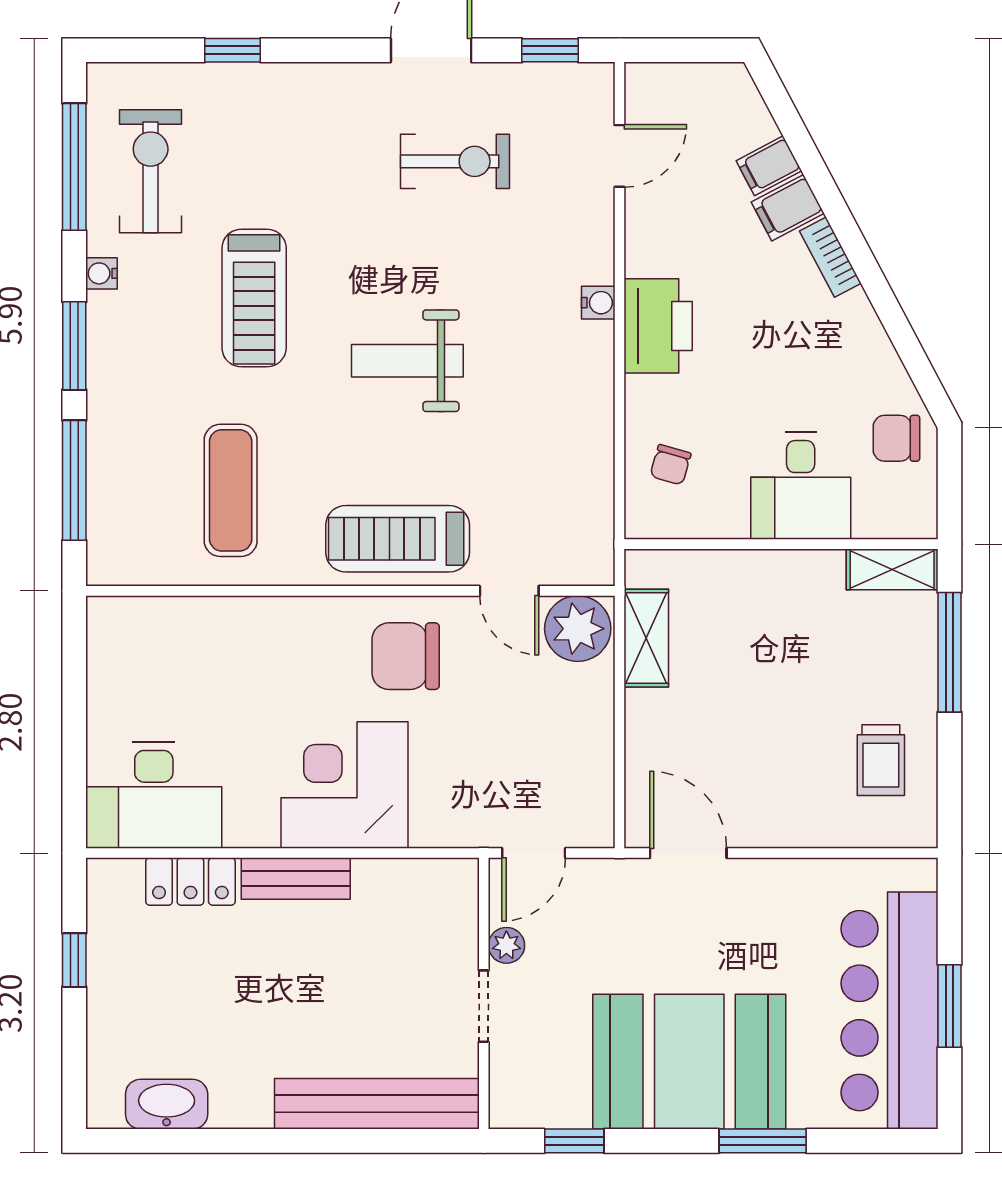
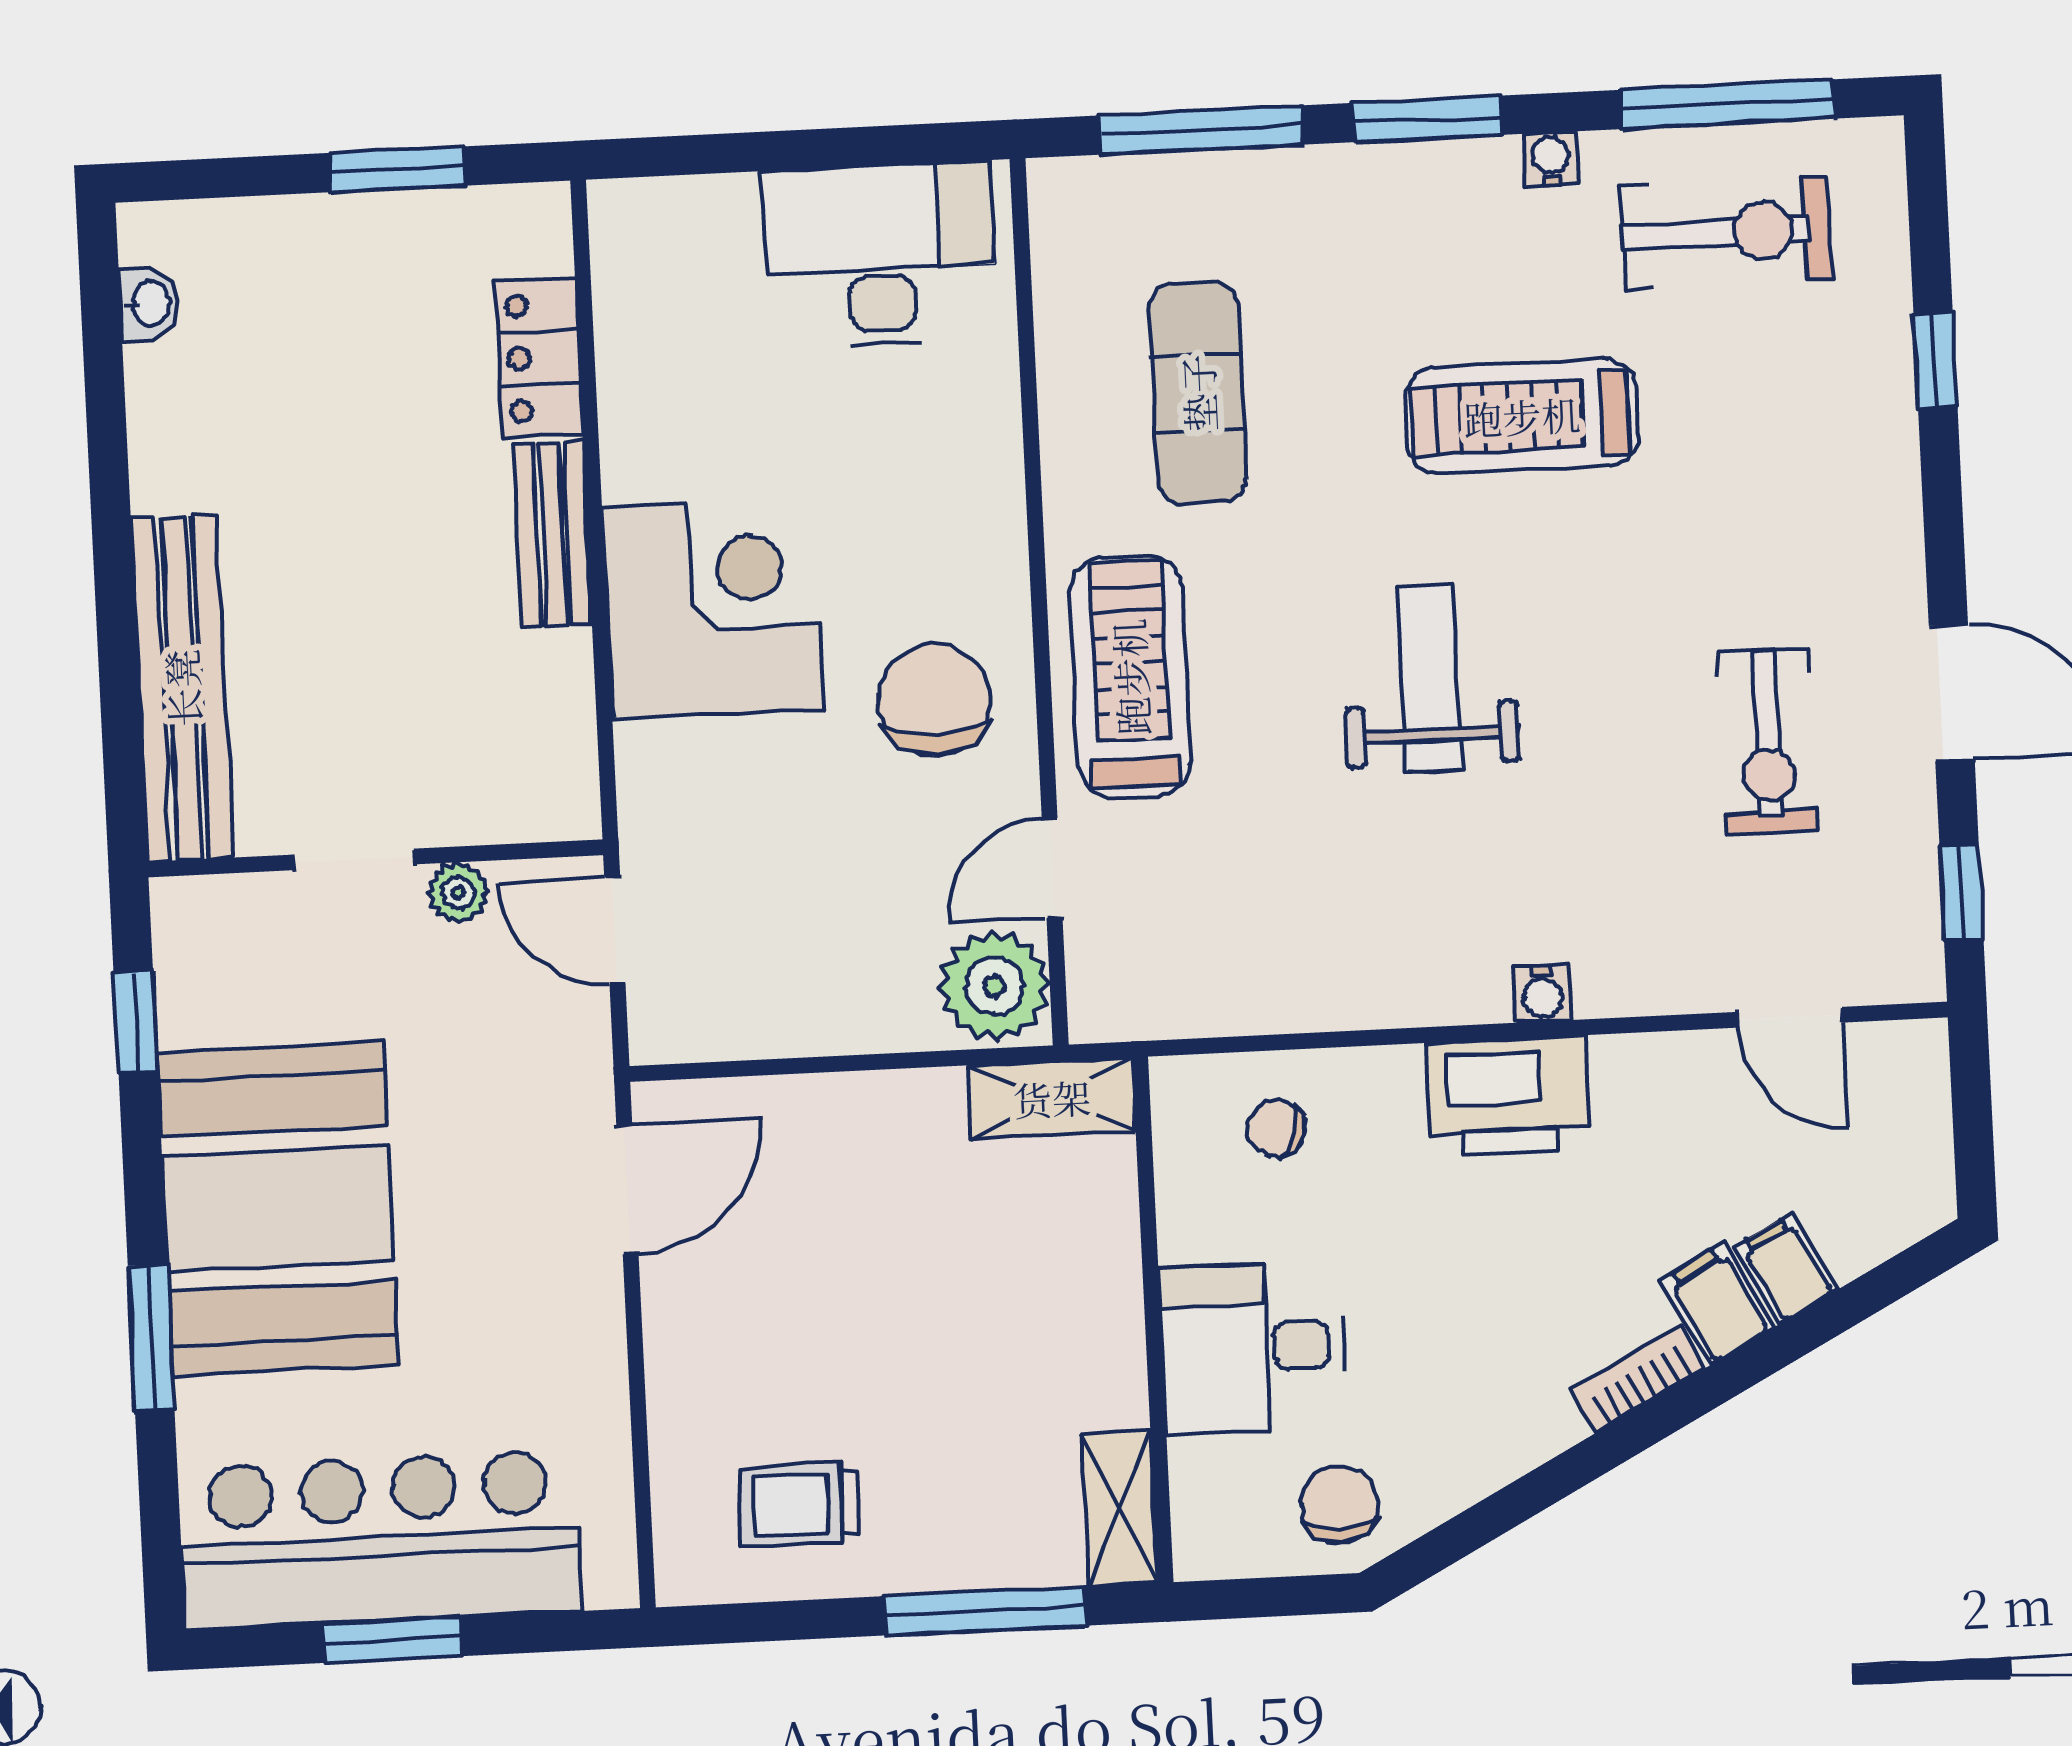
exercise mat: (231, 490) -> (1198, 393), turned 90
shelving: (646, 638) -> (1052, 1098), moved
desk: (154, 795) -> (880, 255), moved, turned 90
window: (74, 960) -> (398, 169), width x1.50
washbasin: (167, 1104) -> (149, 304), width x0.52, depth x0.69

